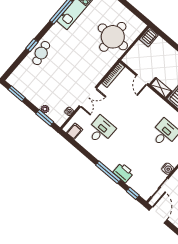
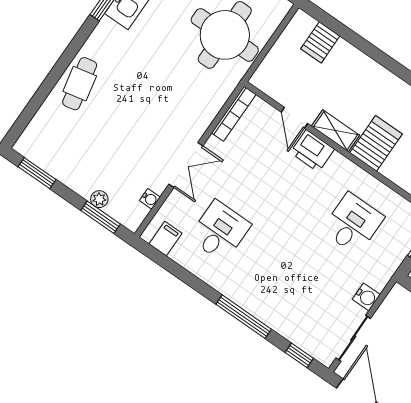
server rack: (149, 37) -> (320, 42), moved
window: (32, 45) -> (59, 69), removed
printer: (123, 173) -> (312, 151), moved, turned 180

